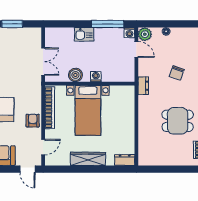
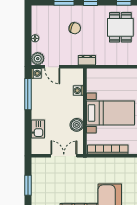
kitchen sink: (84, 34) -> (38, 129), moved
door: (136, 49) -> (52, 67), swing flipped
washing machine: (96, 77) -> (78, 91), moved
armchair: (33, 121) -> (120, 166), removed

